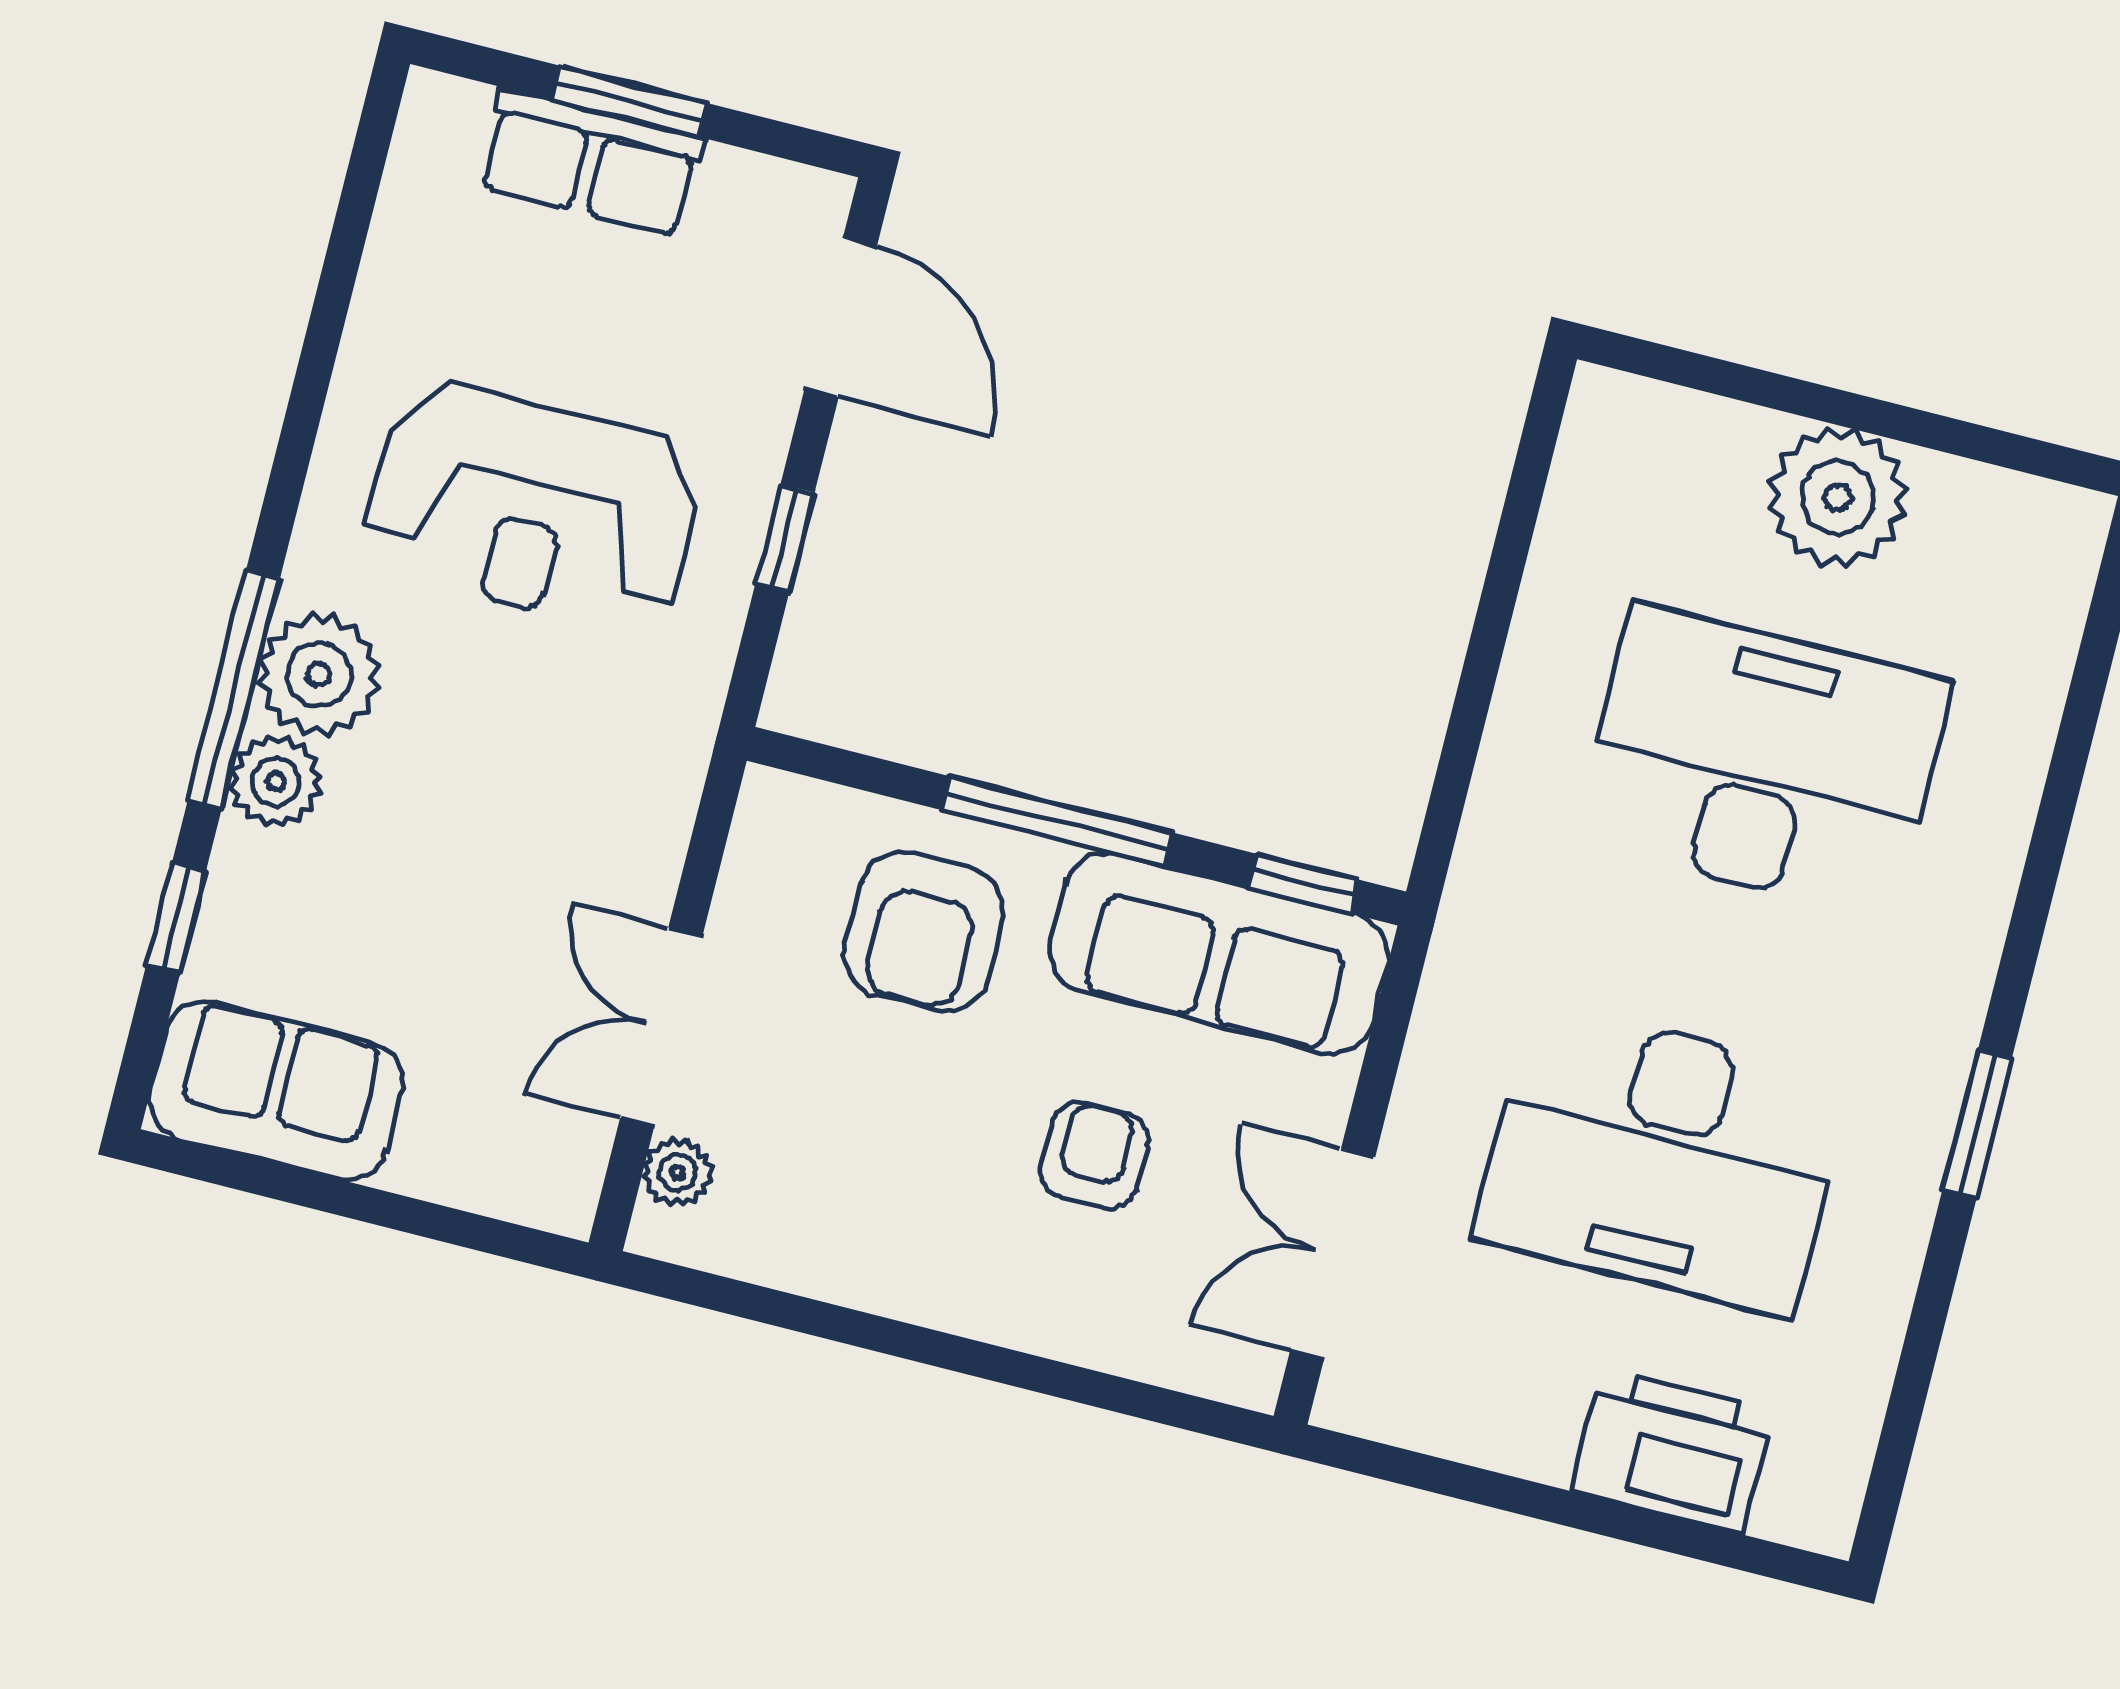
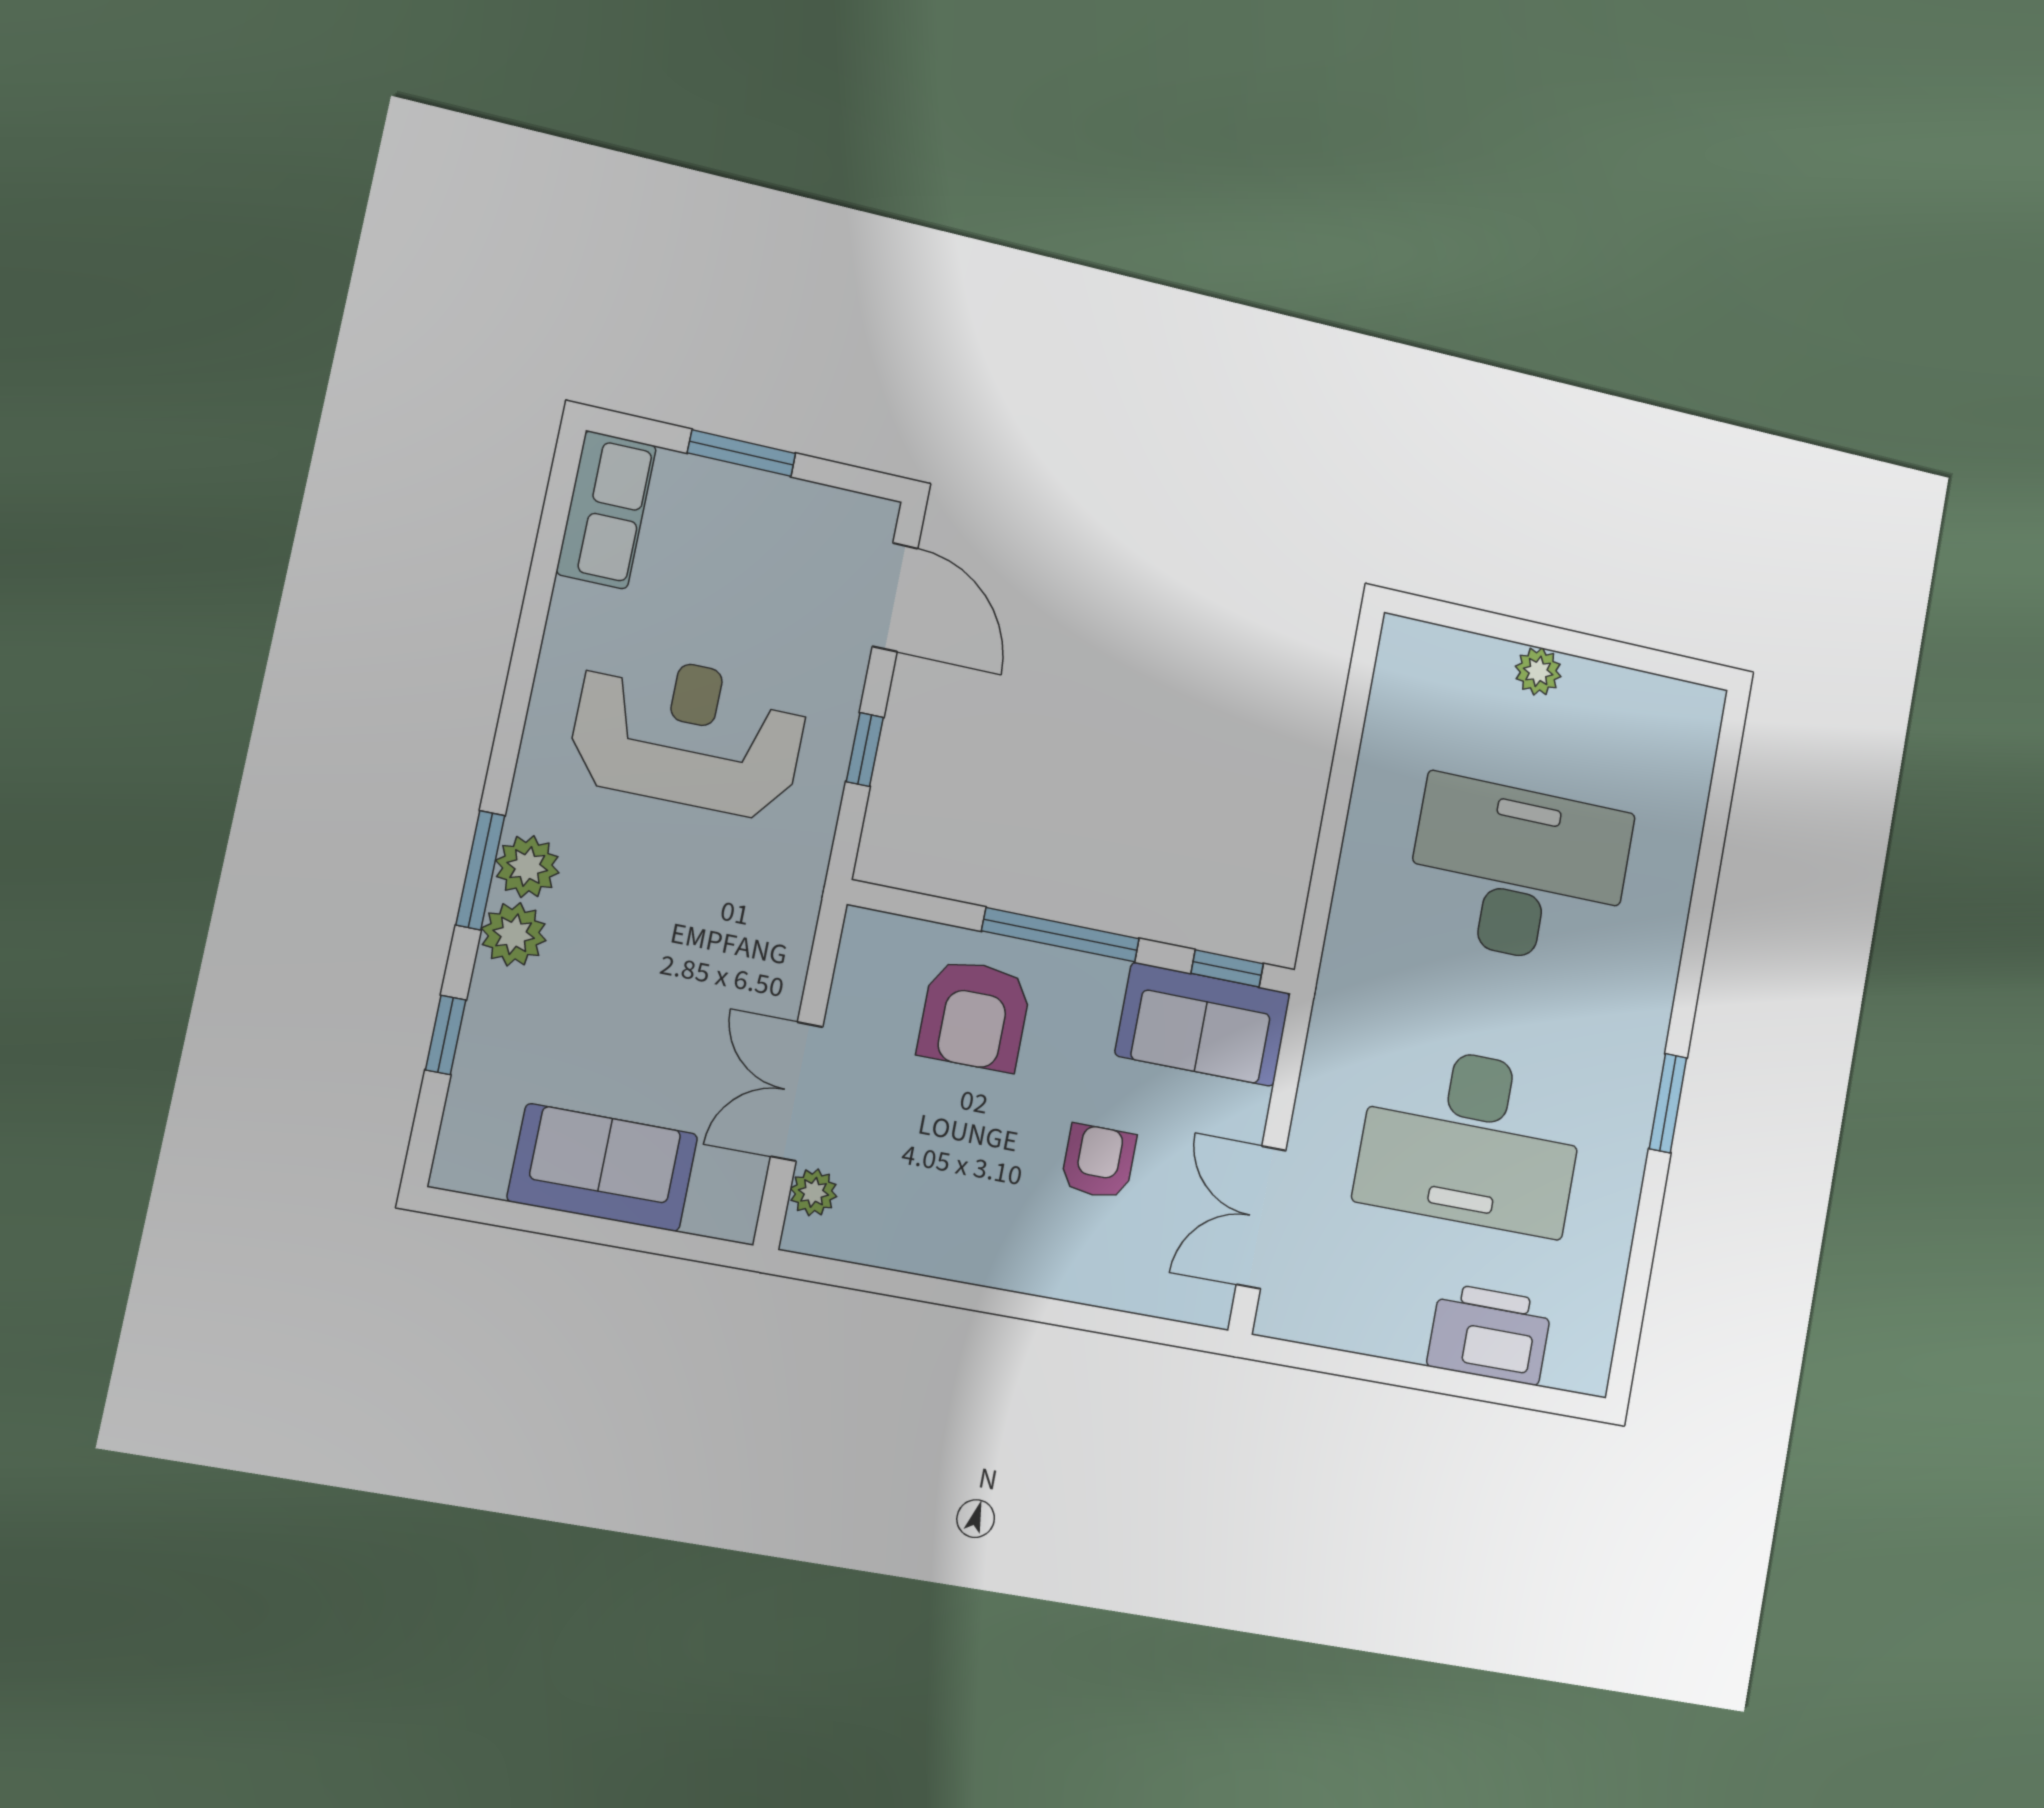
row of seats: (591, 162) -> (606, 510), moved, turned -90
plant: (1838, 497) -> (1538, 671), width x0.53, depth x0.53
reception desk: (534, 507) -> (688, 734), turned 180
plant: (319, 675) -> (527, 867), width x0.73, depth x0.73
window: (234, 689) -> (480, 870), width x0.69
sofa: (1219, 953) -> (1203, 1024), width x0.73
sofa: (276, 1091) -> (603, 1168), moved

